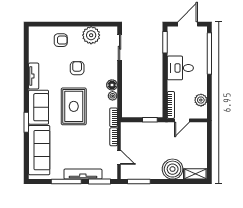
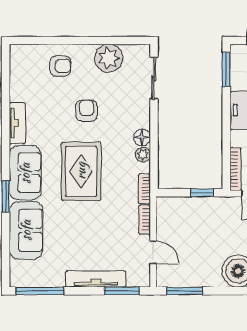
sofa: (39, 150) -> (26, 230), width x0.73
window: (66, 182) -> (40, 291), moved

